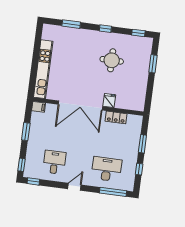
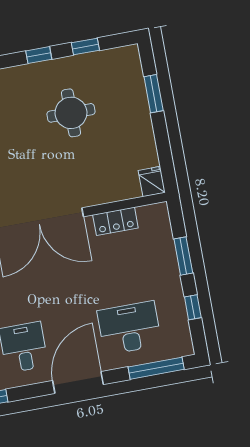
window: (138, 33) -> (85, 47), moved
fridge: (109, 100) -> (152, 182), moved
door: (74, 187) -> (78, 383), width x1.88

